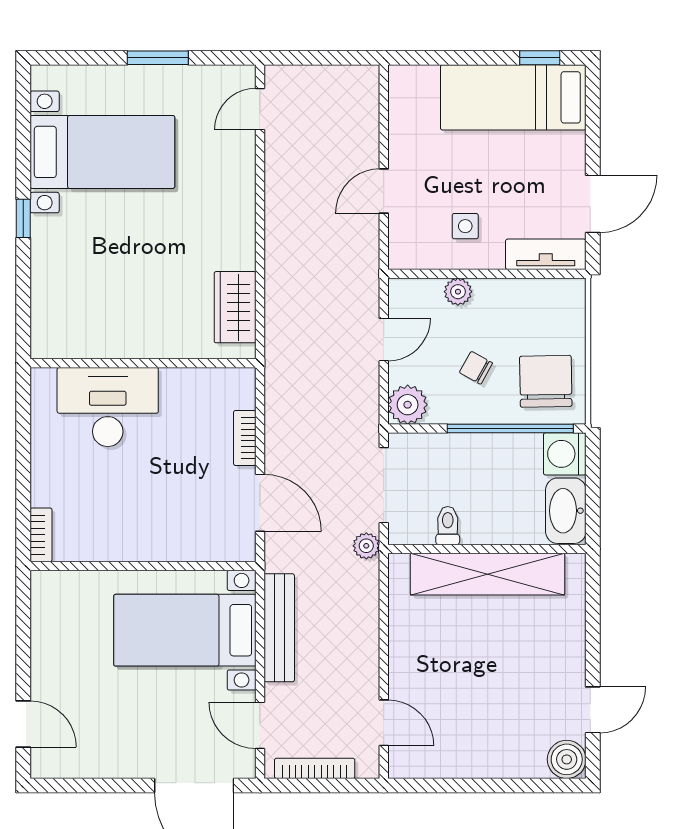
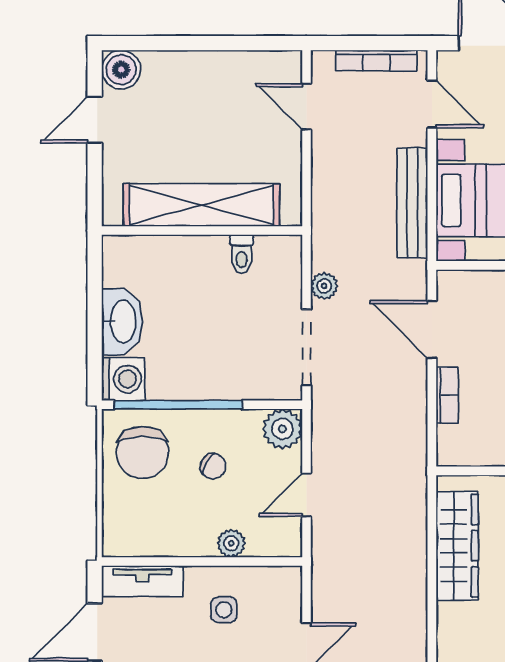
wardrobe: (235, 307) -> (457, 546), width x1.50
toilet: (448, 526) -> (242, 254), moved
wall: (487, 549) -> (202, 231), moved
shelving: (487, 574) -> (201, 205), moved

